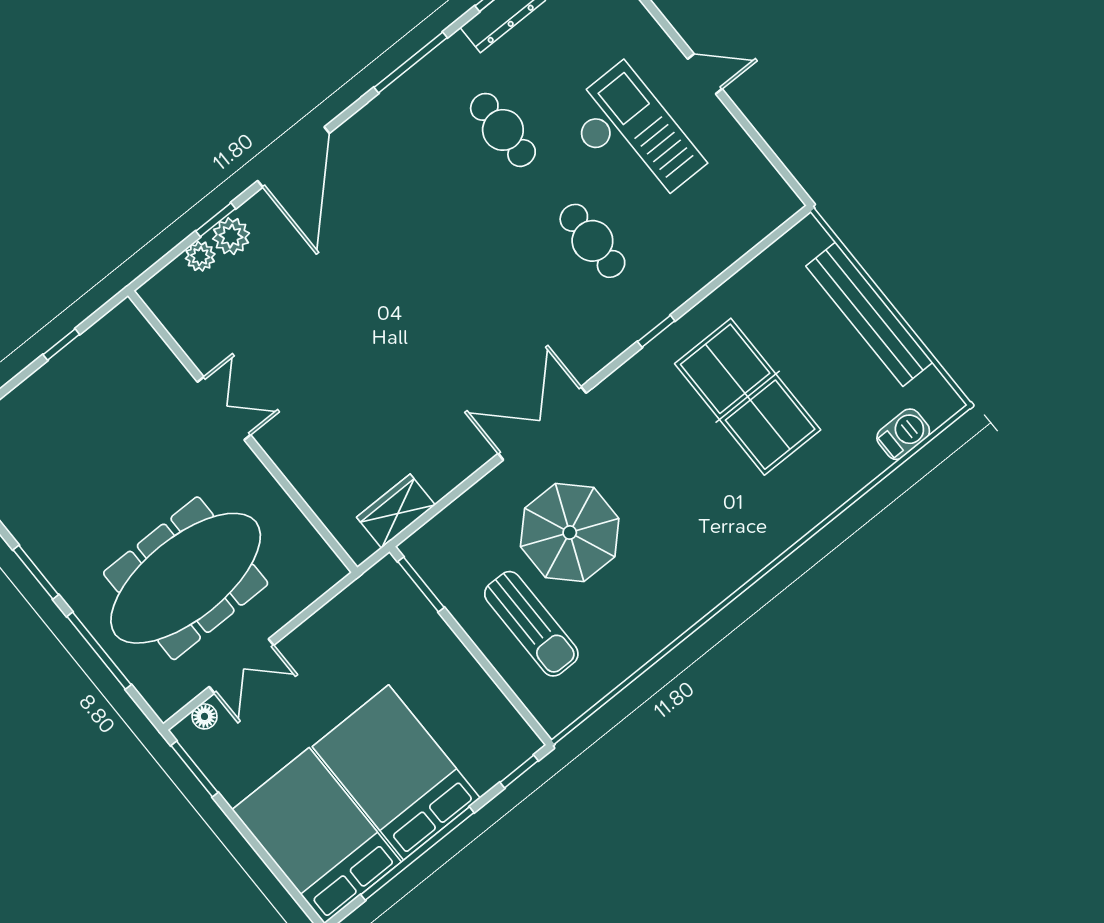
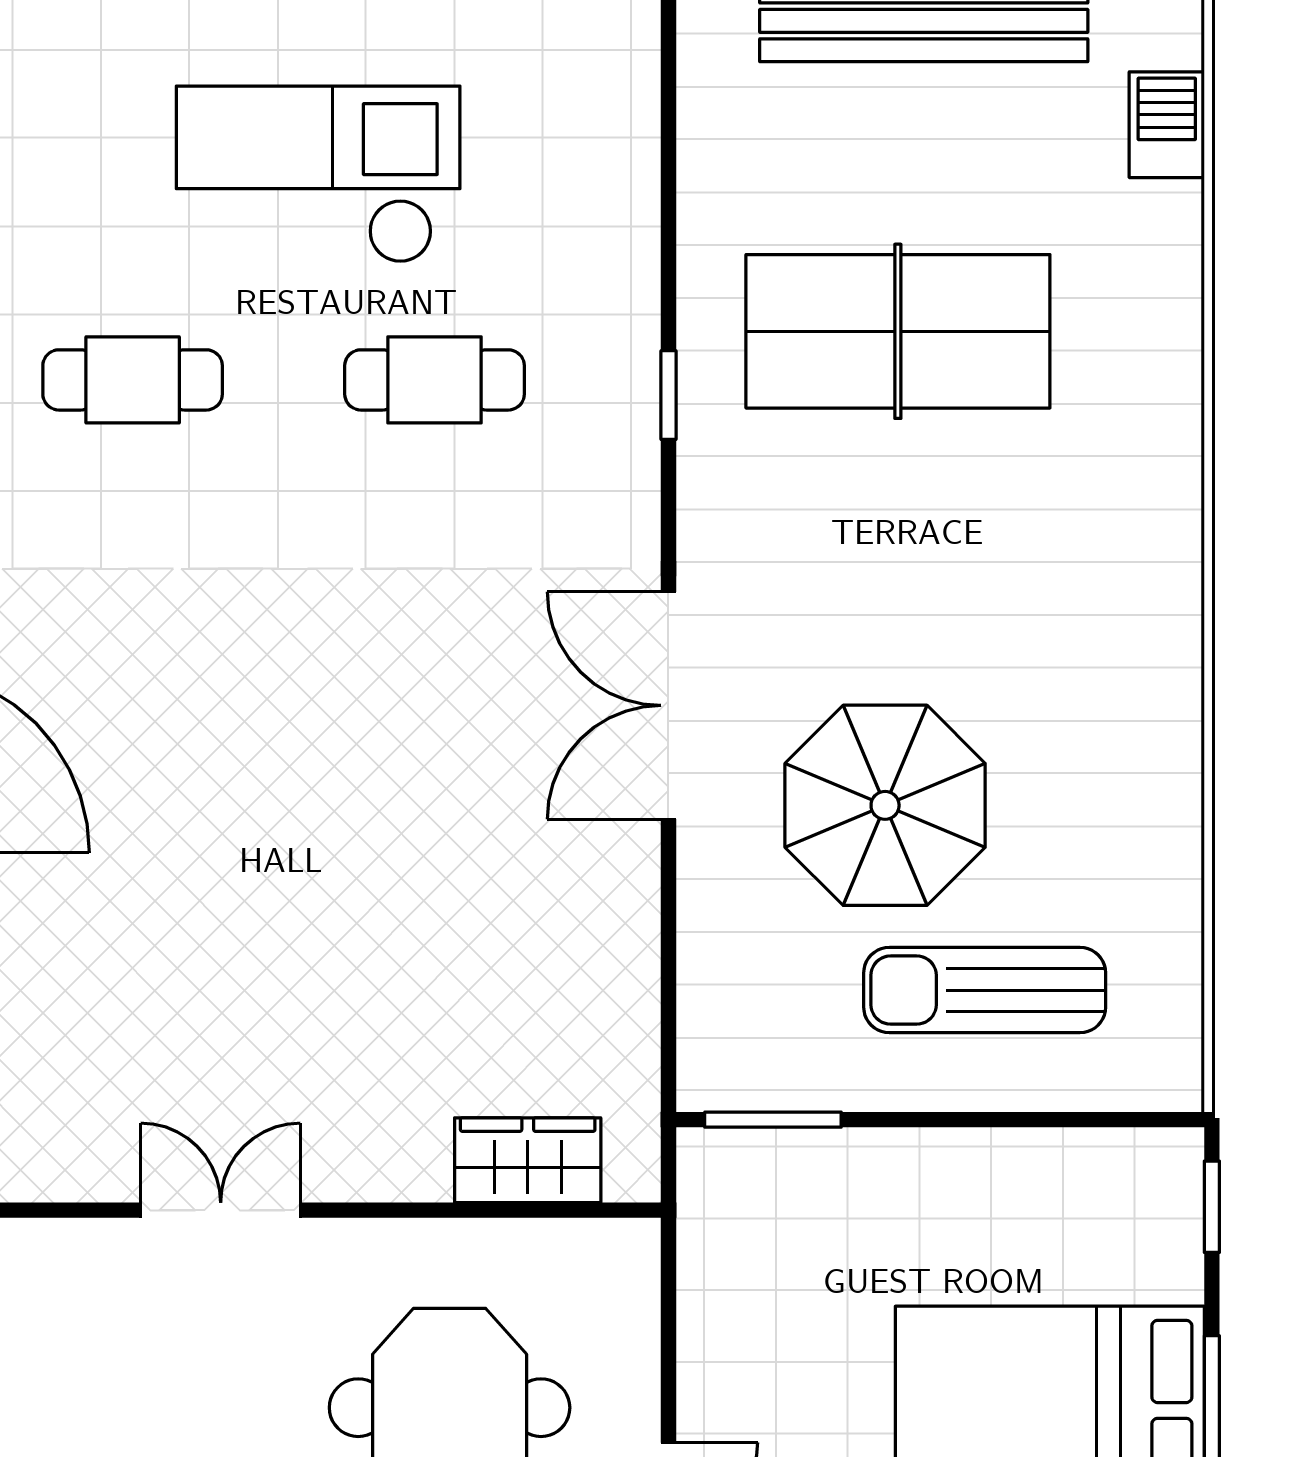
wardrobe: (396, 511) -> (528, 1160), moved, turned 90
sun lounger: (531, 624) -> (985, 990), turned 180

